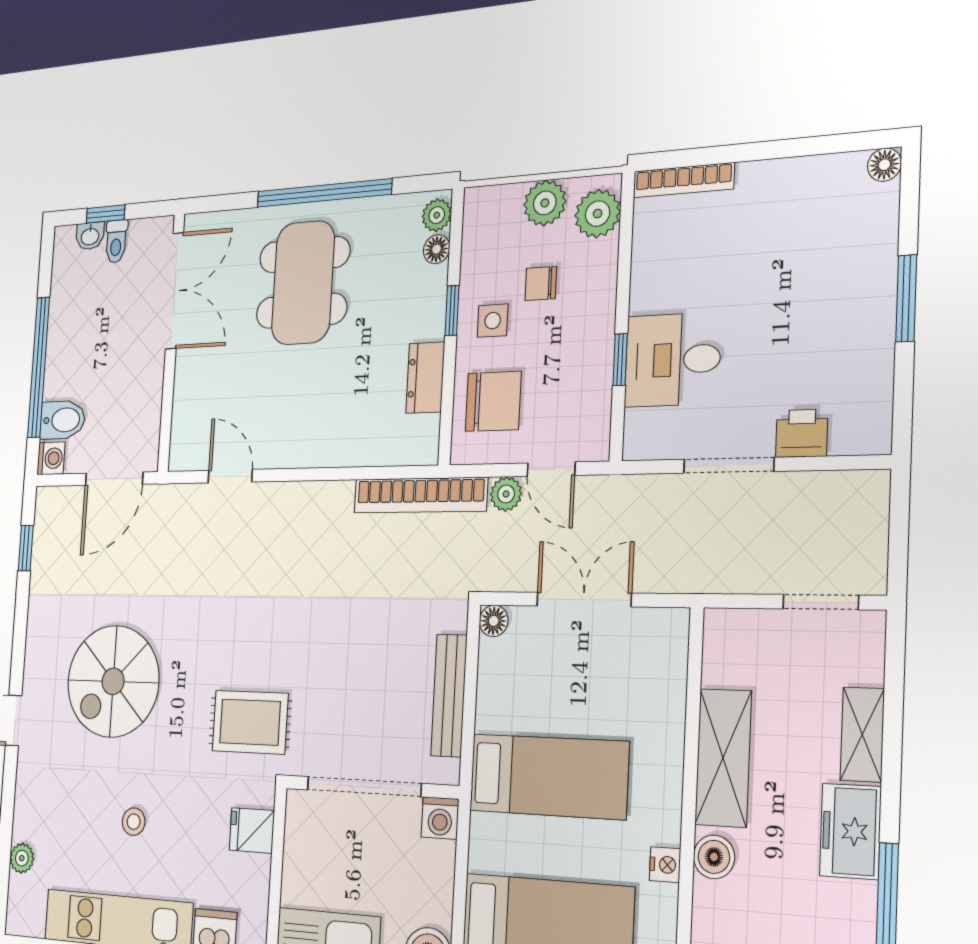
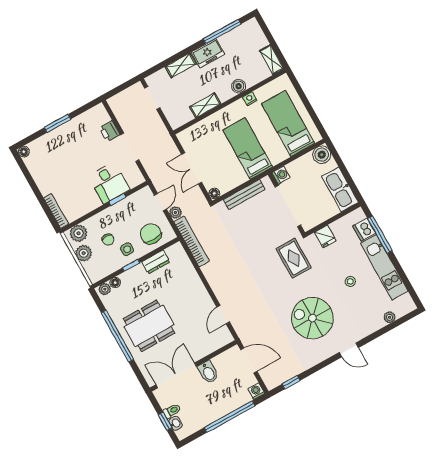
bidet: (63, 420) -> (208, 372), moved, turned 180
spiral stairs: (113, 681) -> (312, 318), turned 180
shelving: (723, 758) -> (205, 105), width x0.67, depth x0.75

